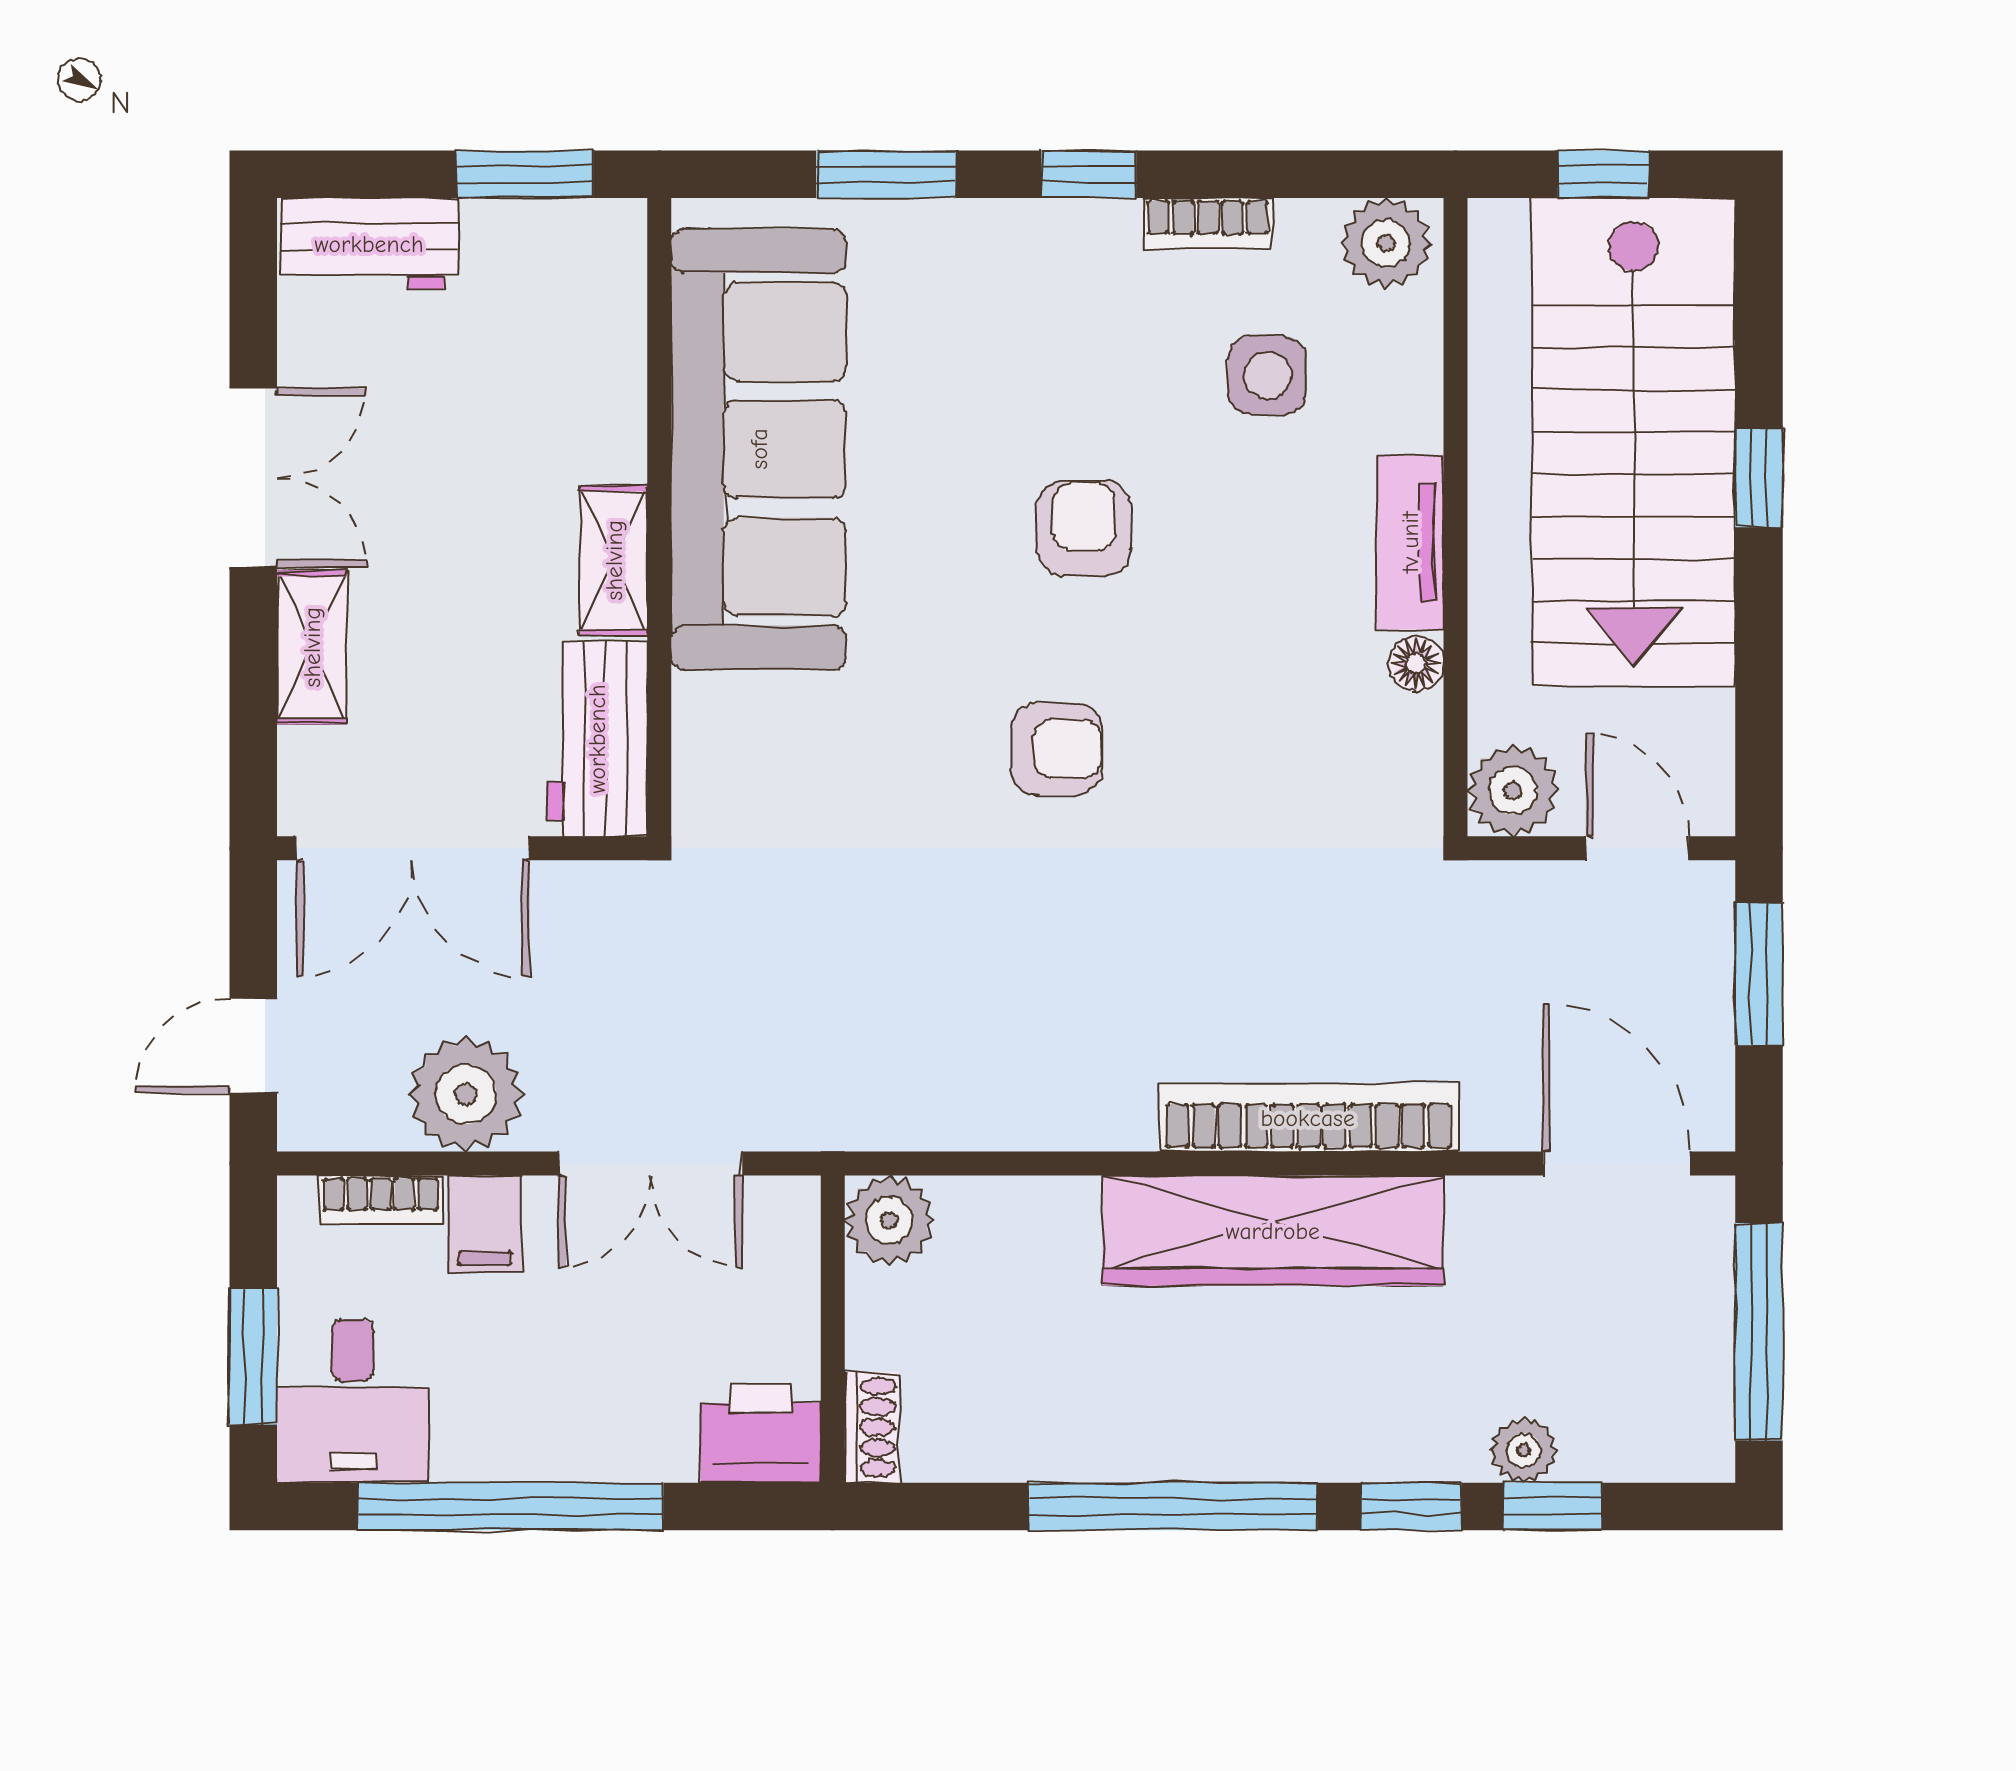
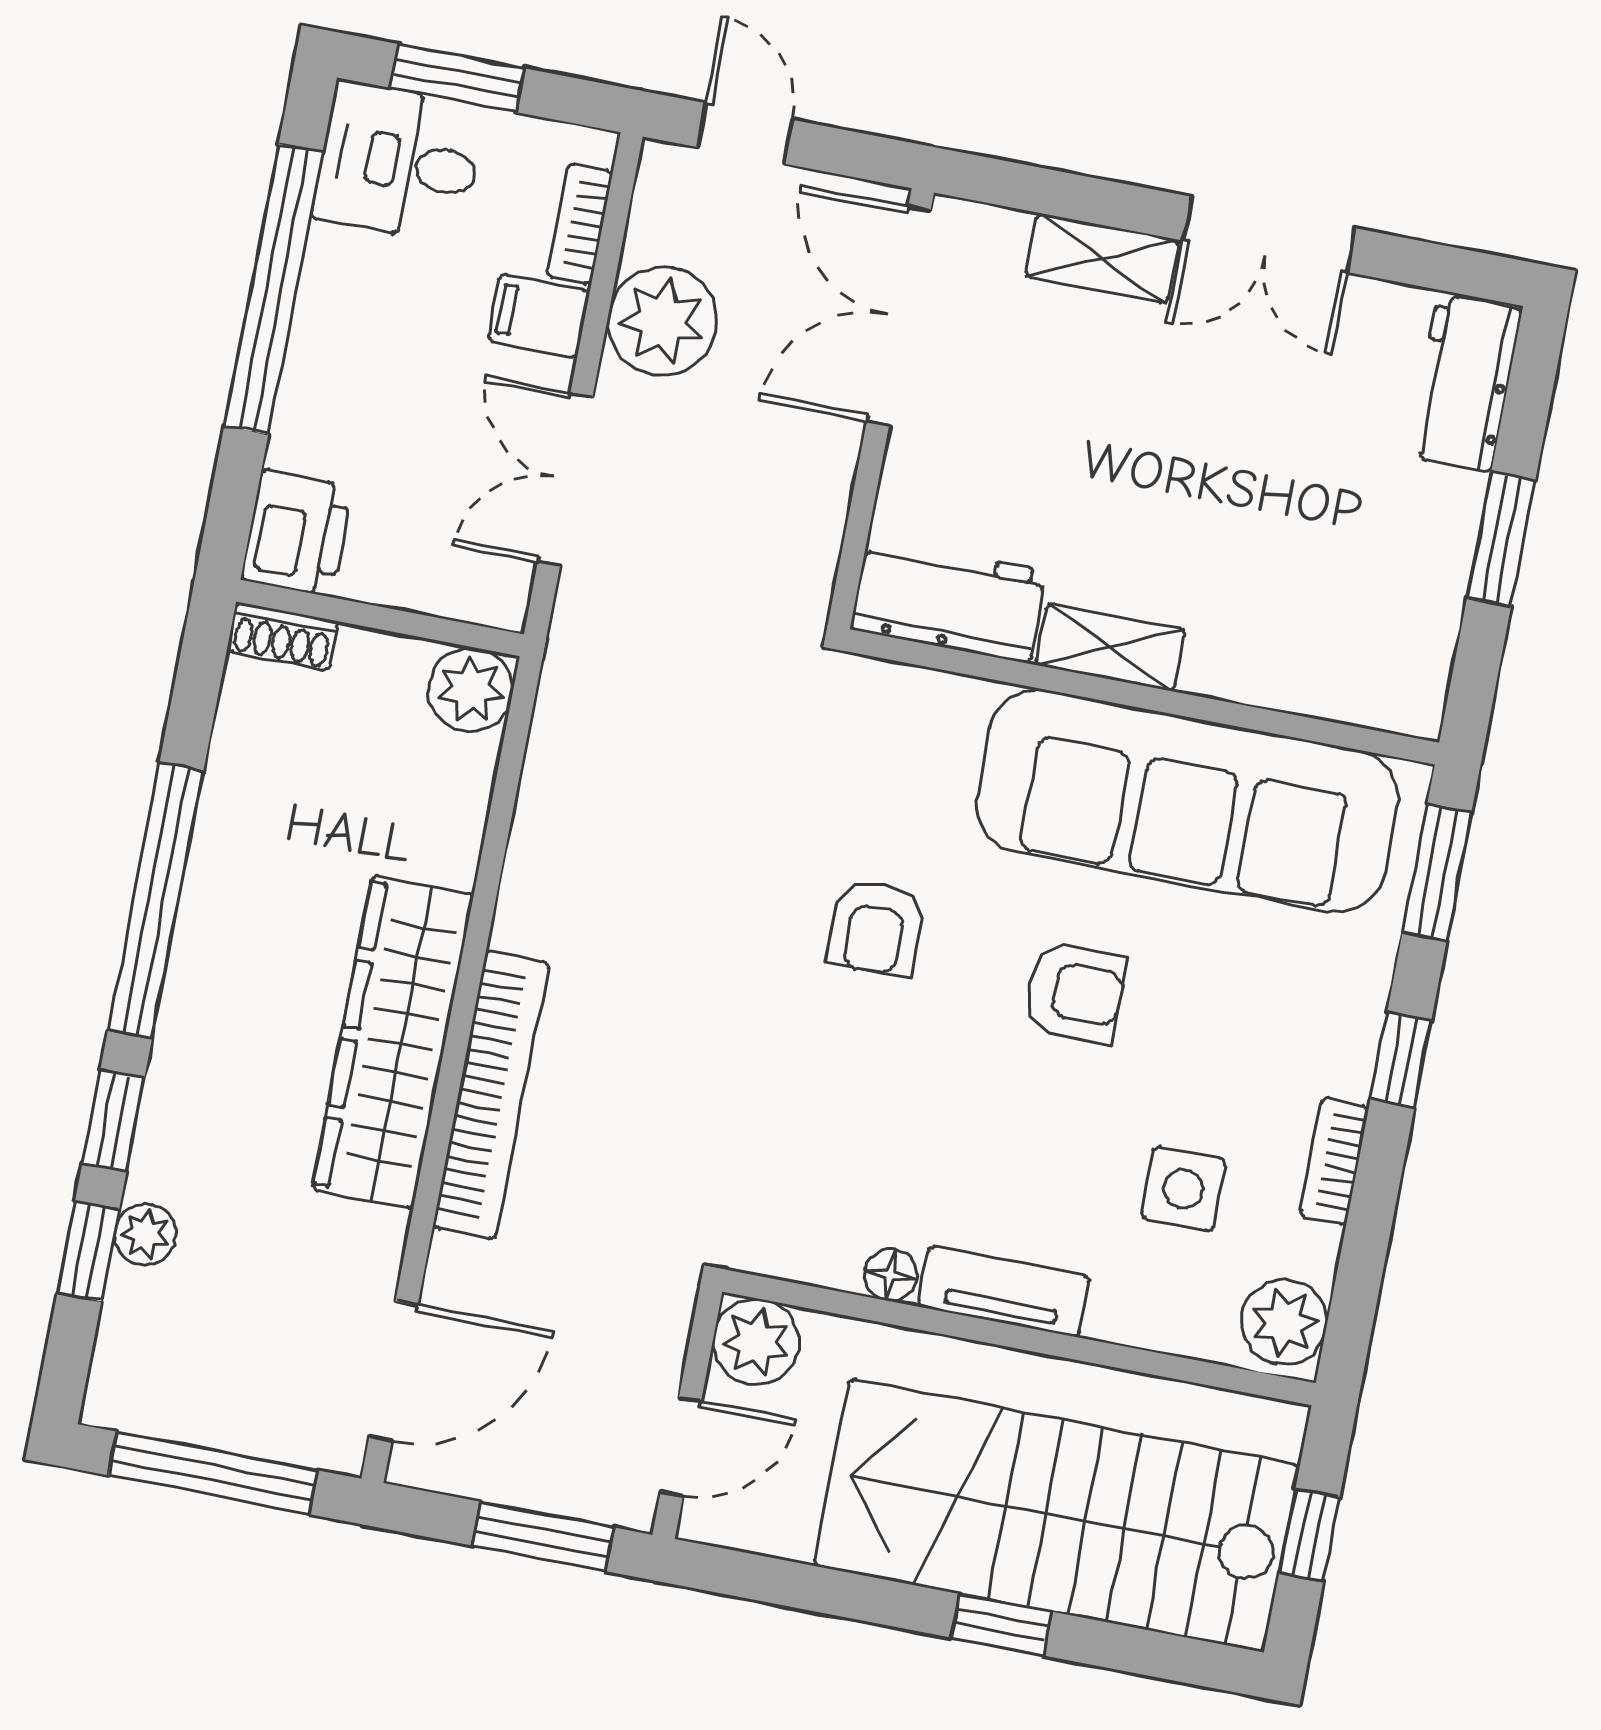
sofa: (759, 449) -> (1187, 801), moved
wall: (659, 517) -> (1142, 697), moved
shelving: (614, 560) -> (1110, 647), moved
workbench: (597, 739) -> (948, 600), moved

